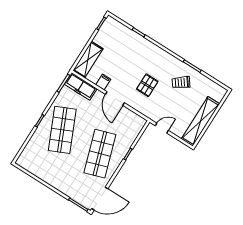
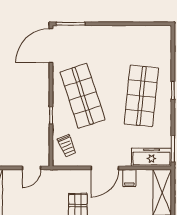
door: (115, 98) -> (105, 168), swing flipped
trolley: (130, 128) -> (67, 146), added
shop shelf: (62, 130) -> (141, 96), turned 30

